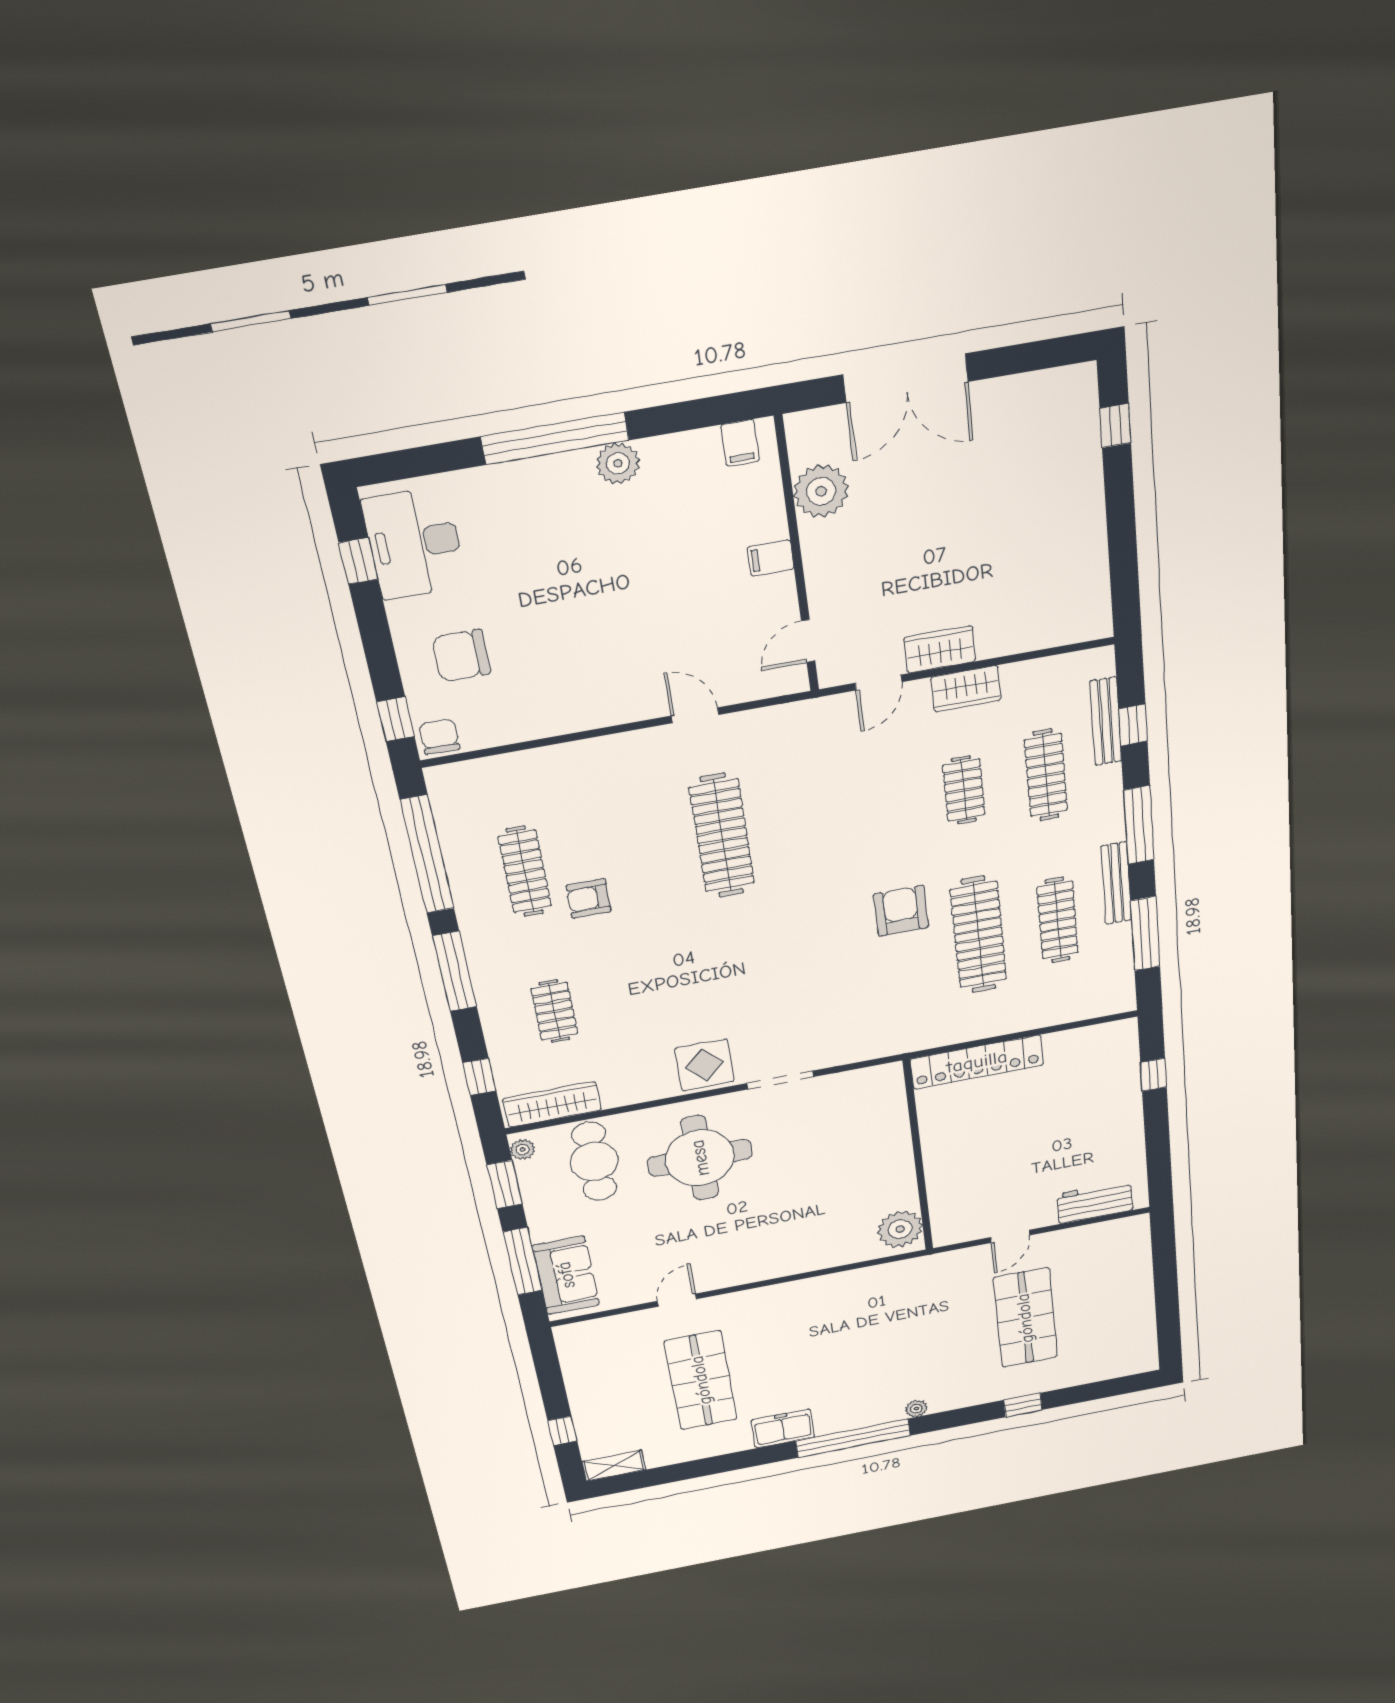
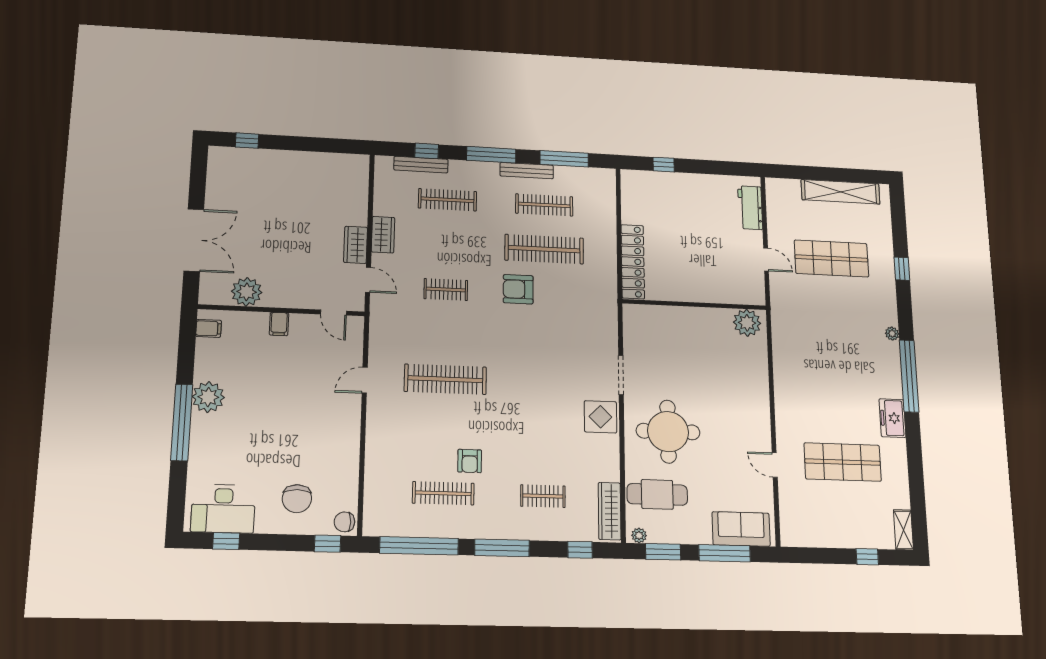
plant: (618, 463) -> (208, 397), width x1.36, depth x1.36
clothes rail: (964, 790) -> (446, 290), moved
shelving: (1139, 1312) -> (841, 192), added

